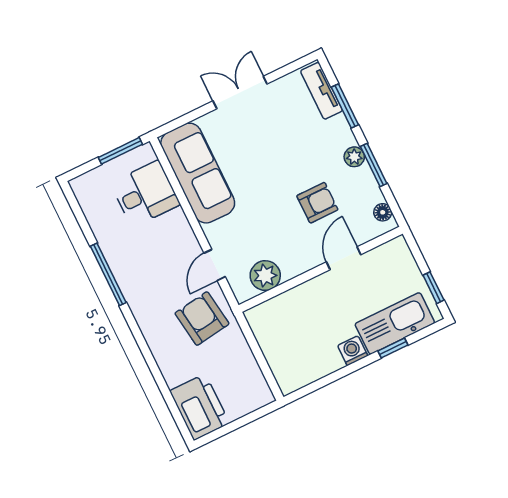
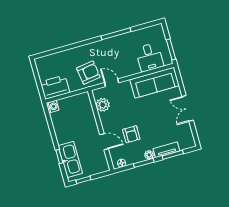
tv unit: (321, 91) -> (166, 150), moved
double door: (240, 92) -> (188, 108), swing flipped
washing machine: (353, 351) -> (53, 107), moved
printer: (200, 407) -> (55, 87), moved, turned 180

